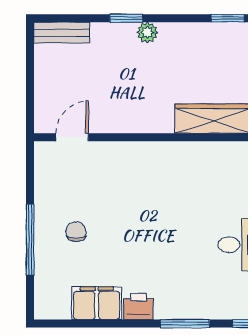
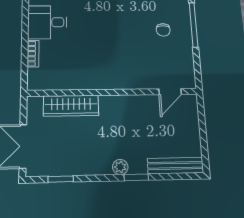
bench: (62, 33) -> (175, 166), width x1.36

